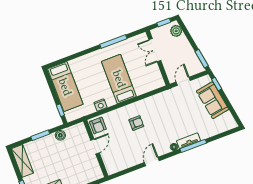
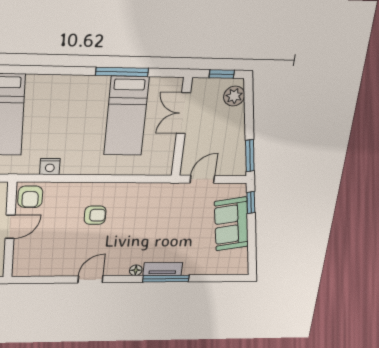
bed: (119, 79) -> (126, 116), moved, turned 180

